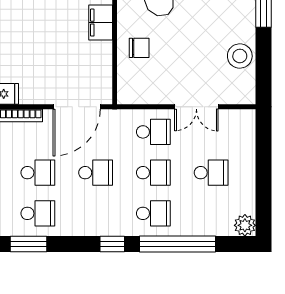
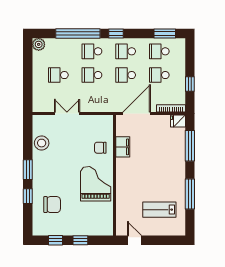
filing cabinet: (101, 23) -> (123, 147), moved
school desk: (153, 132) -> (126, 51), moved

